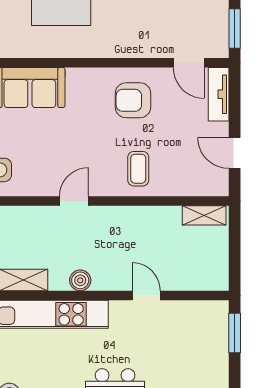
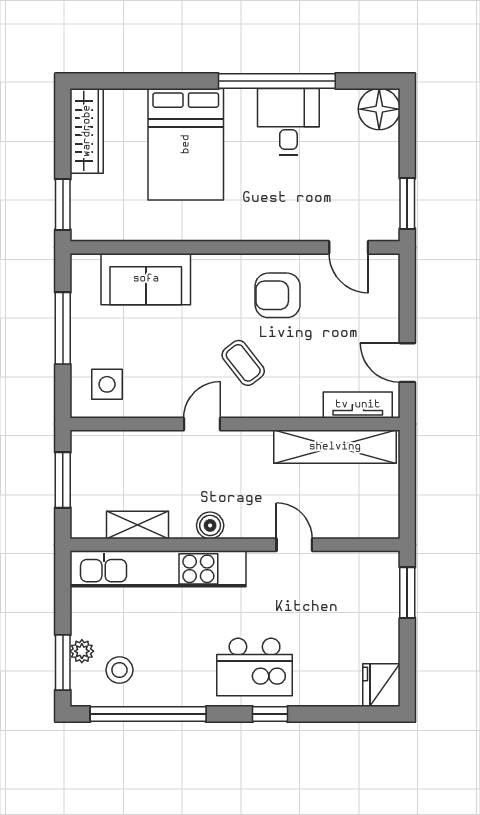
tv unit: (219, 94) -> (358, 405), moved, turned 90
coffee table: (138, 169) -> (243, 363), moved, turned -38
shelving: (204, 215) -> (335, 447), width x2.20, depth x1.33

